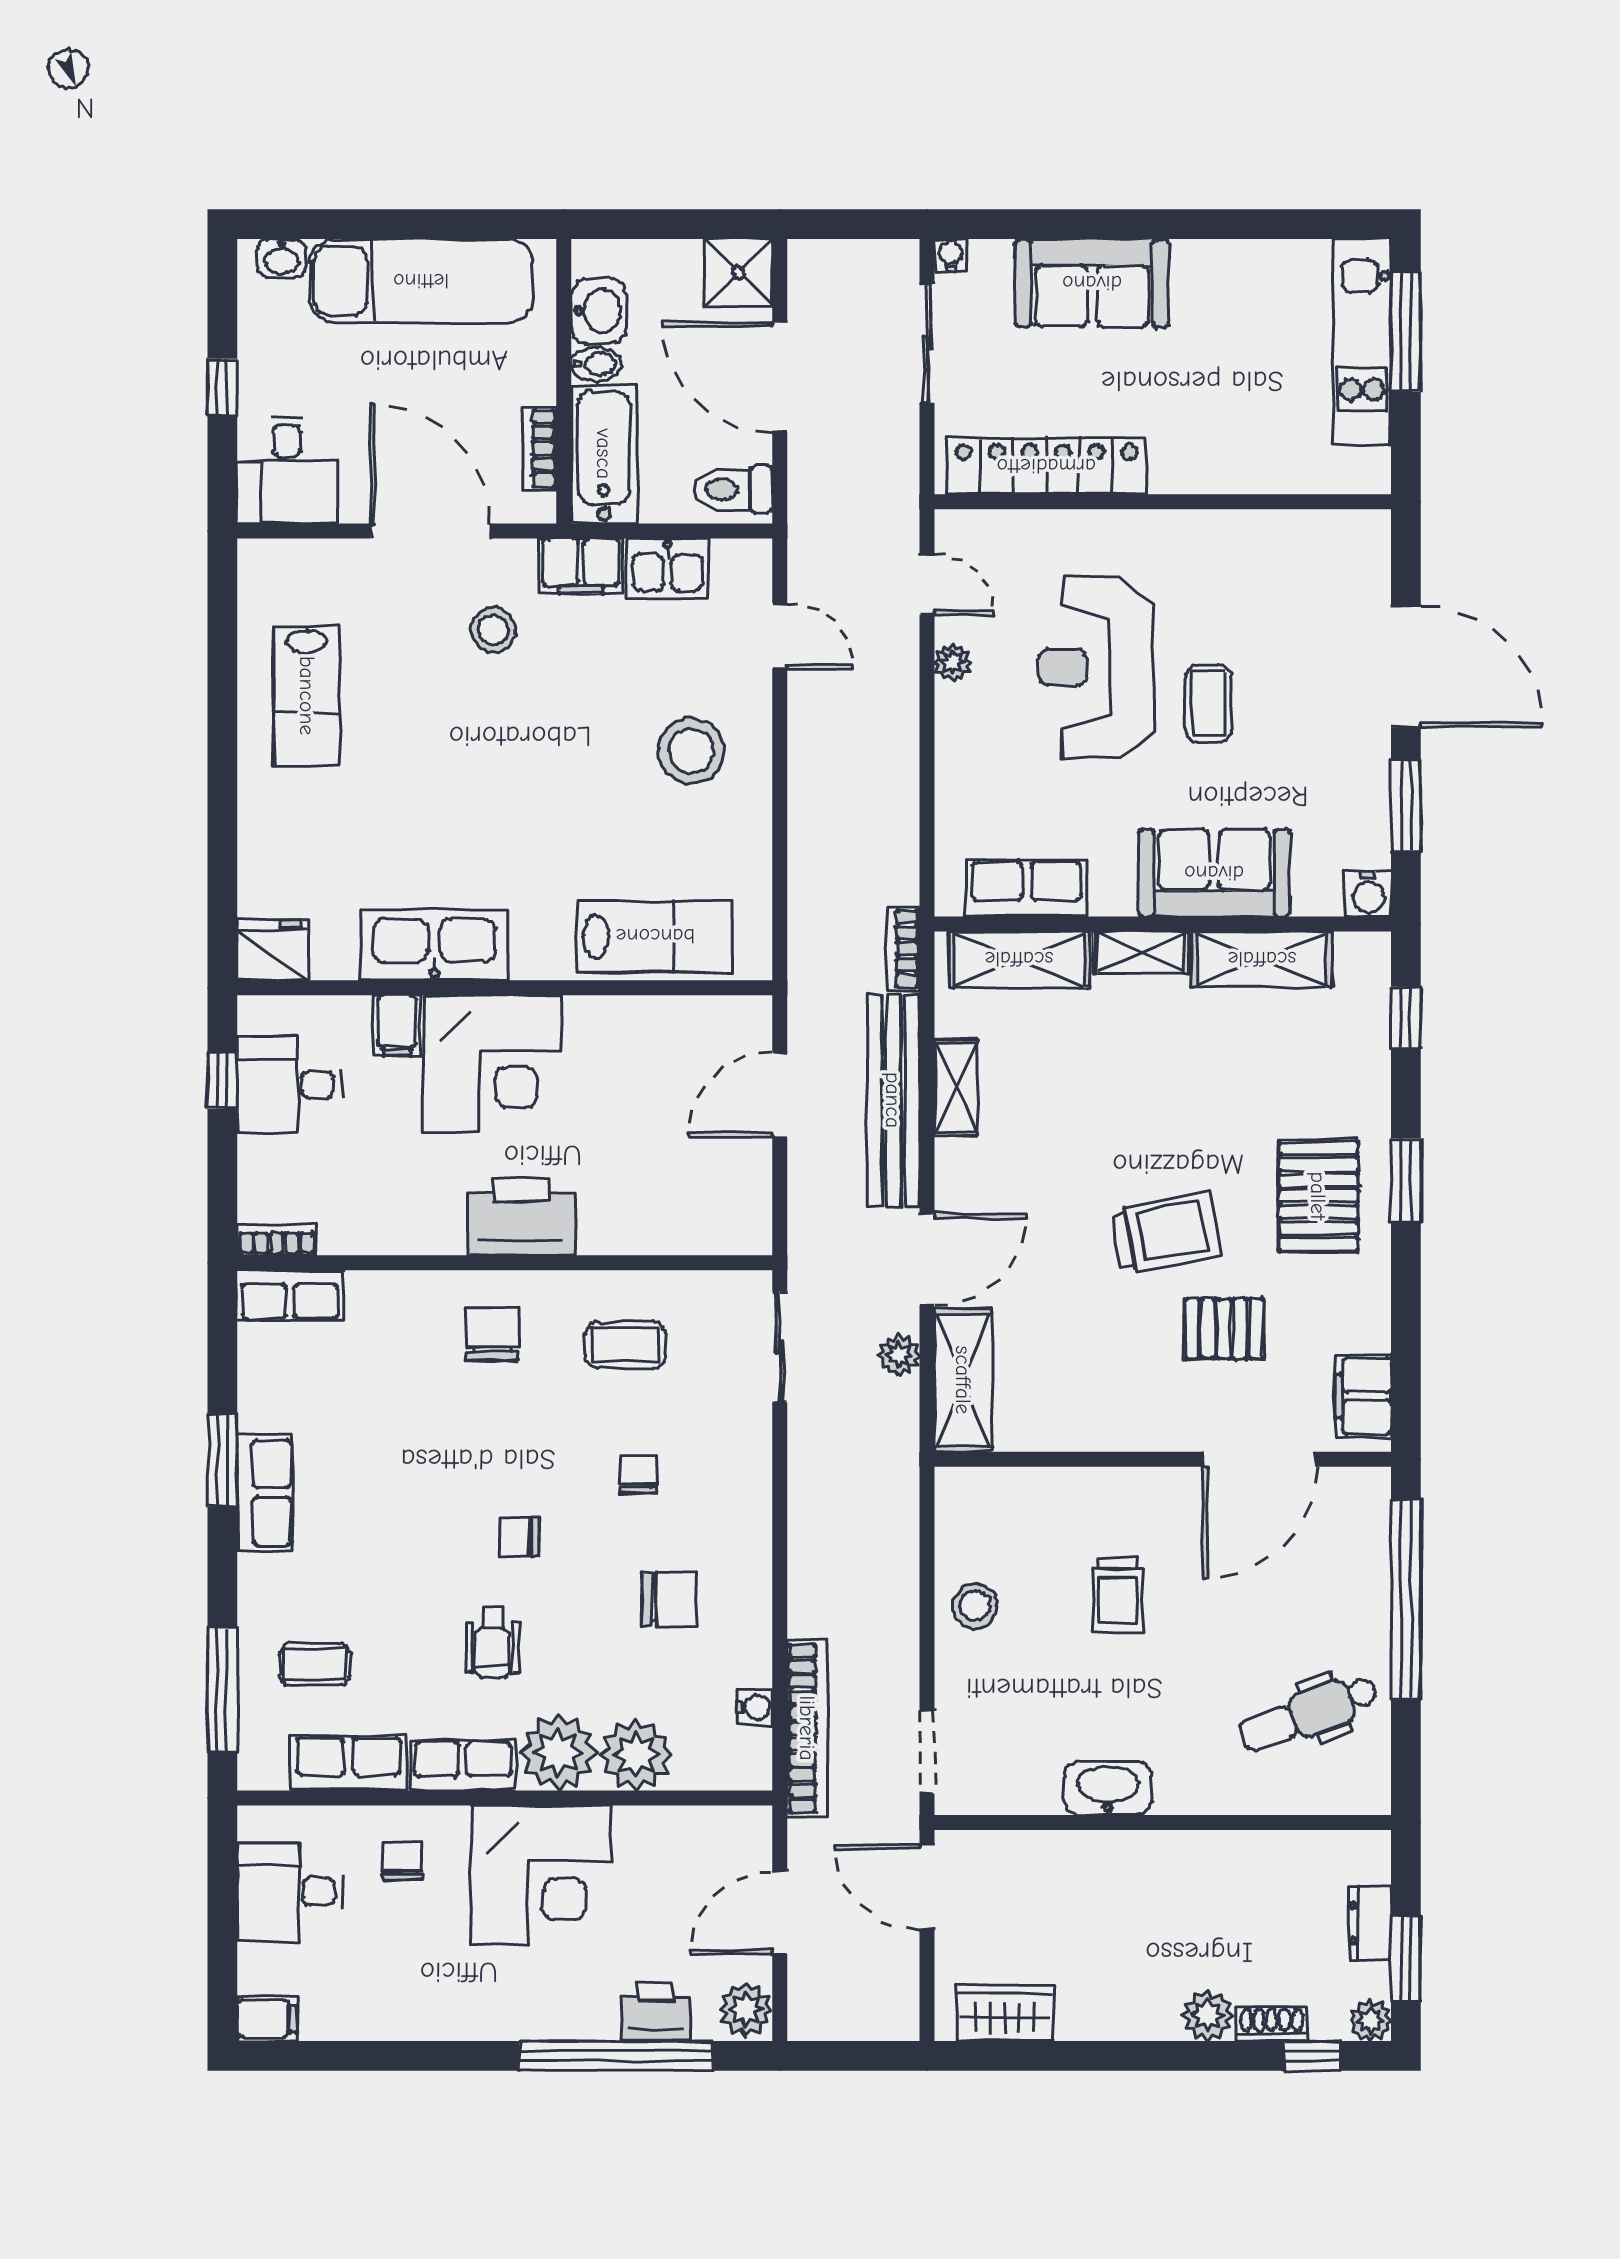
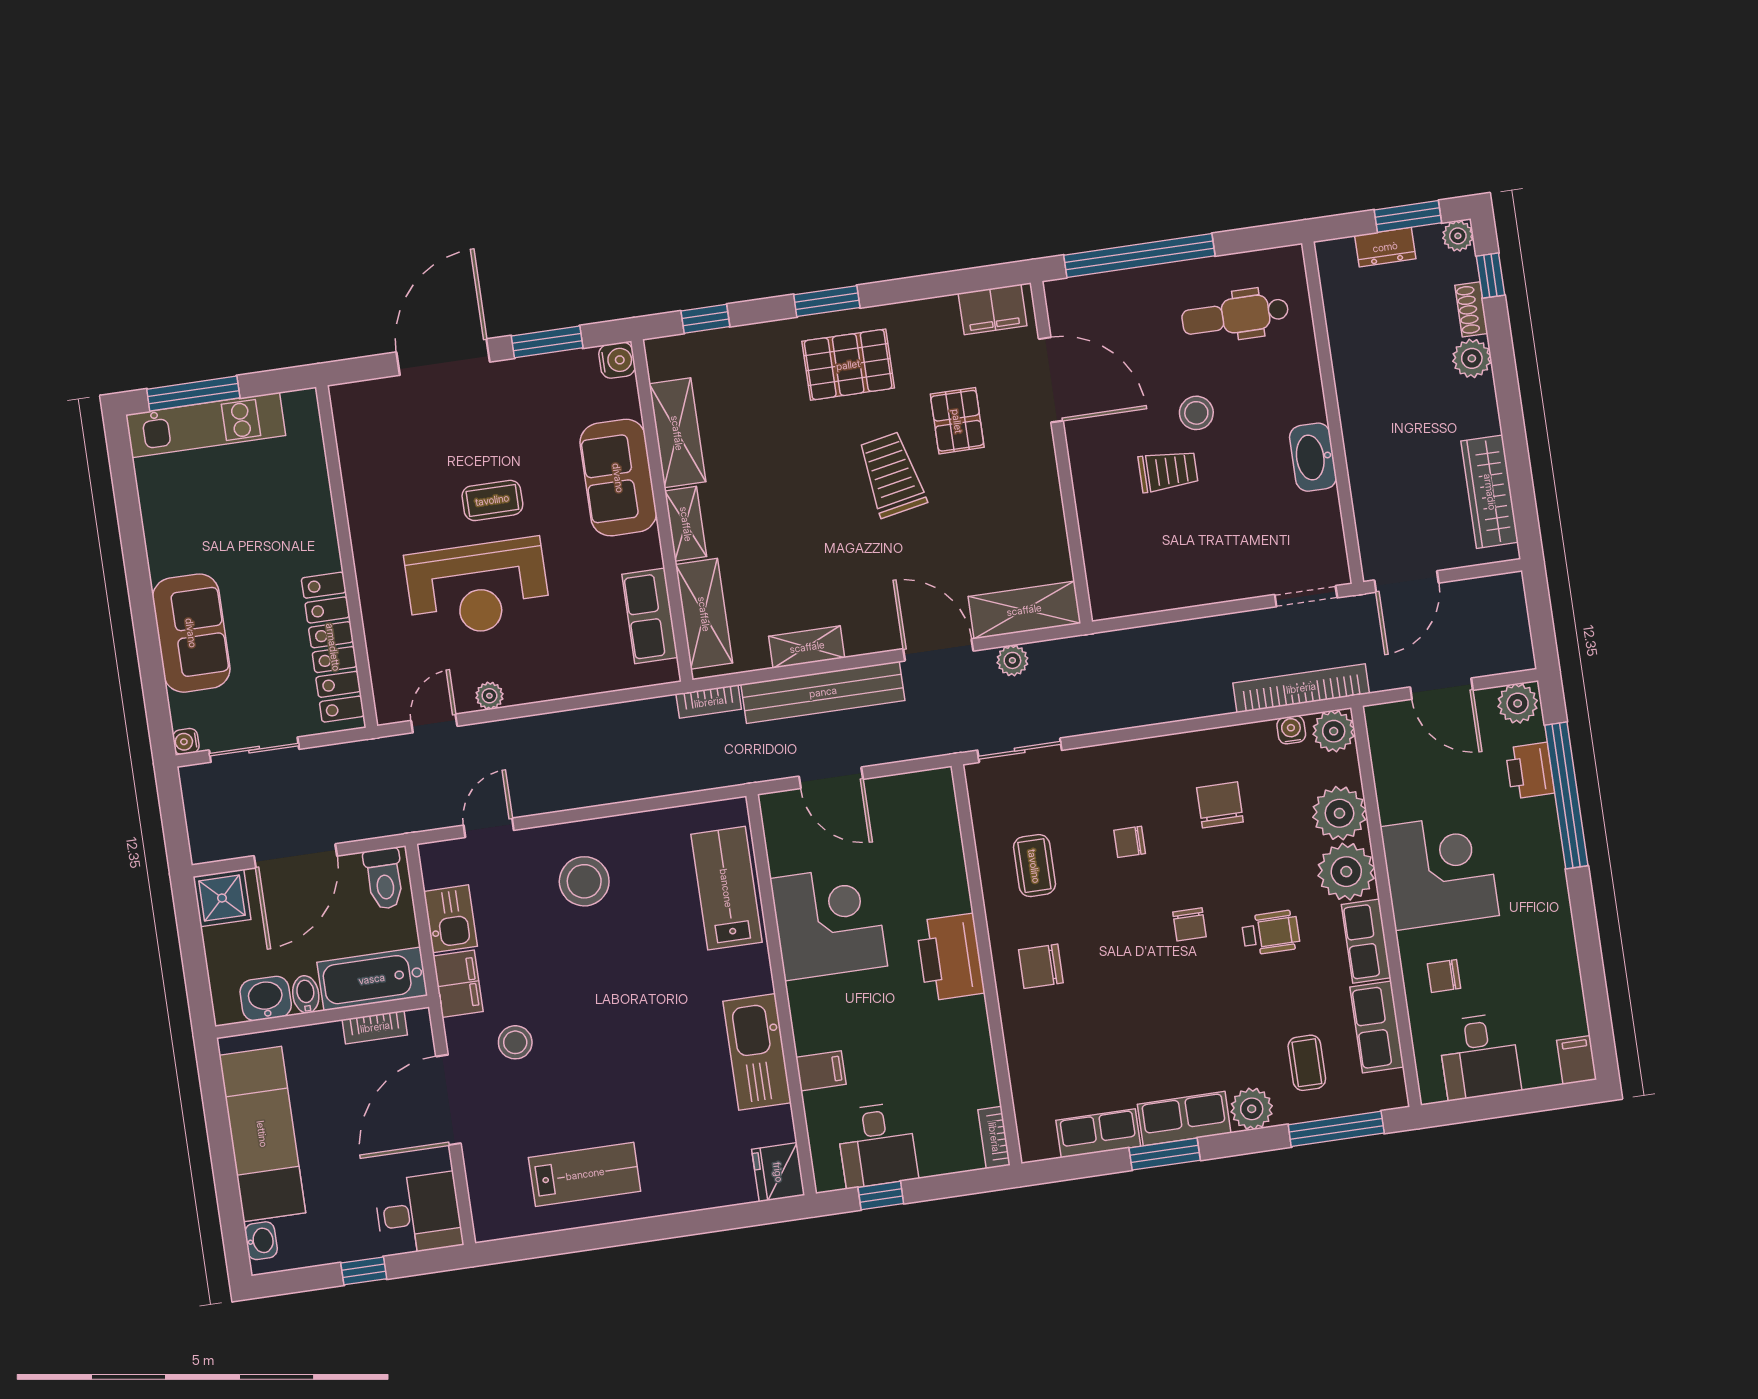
corner desk: (493, 1064) -> (829, 922), moved
row of seats: (290, 1295) -> (1098, 1133), moved, turned -90
plant: (265, 1583) -> (1252, 1109), added
stool: (975, 1606) -> (1196, 413), moved
dental chair: (1309, 1713) -> (1235, 316), turned 111
plant: (745, 1763) -> (1334, 731), added
wardrobe: (1005, 2013) -> (1490, 492), width x1.50

